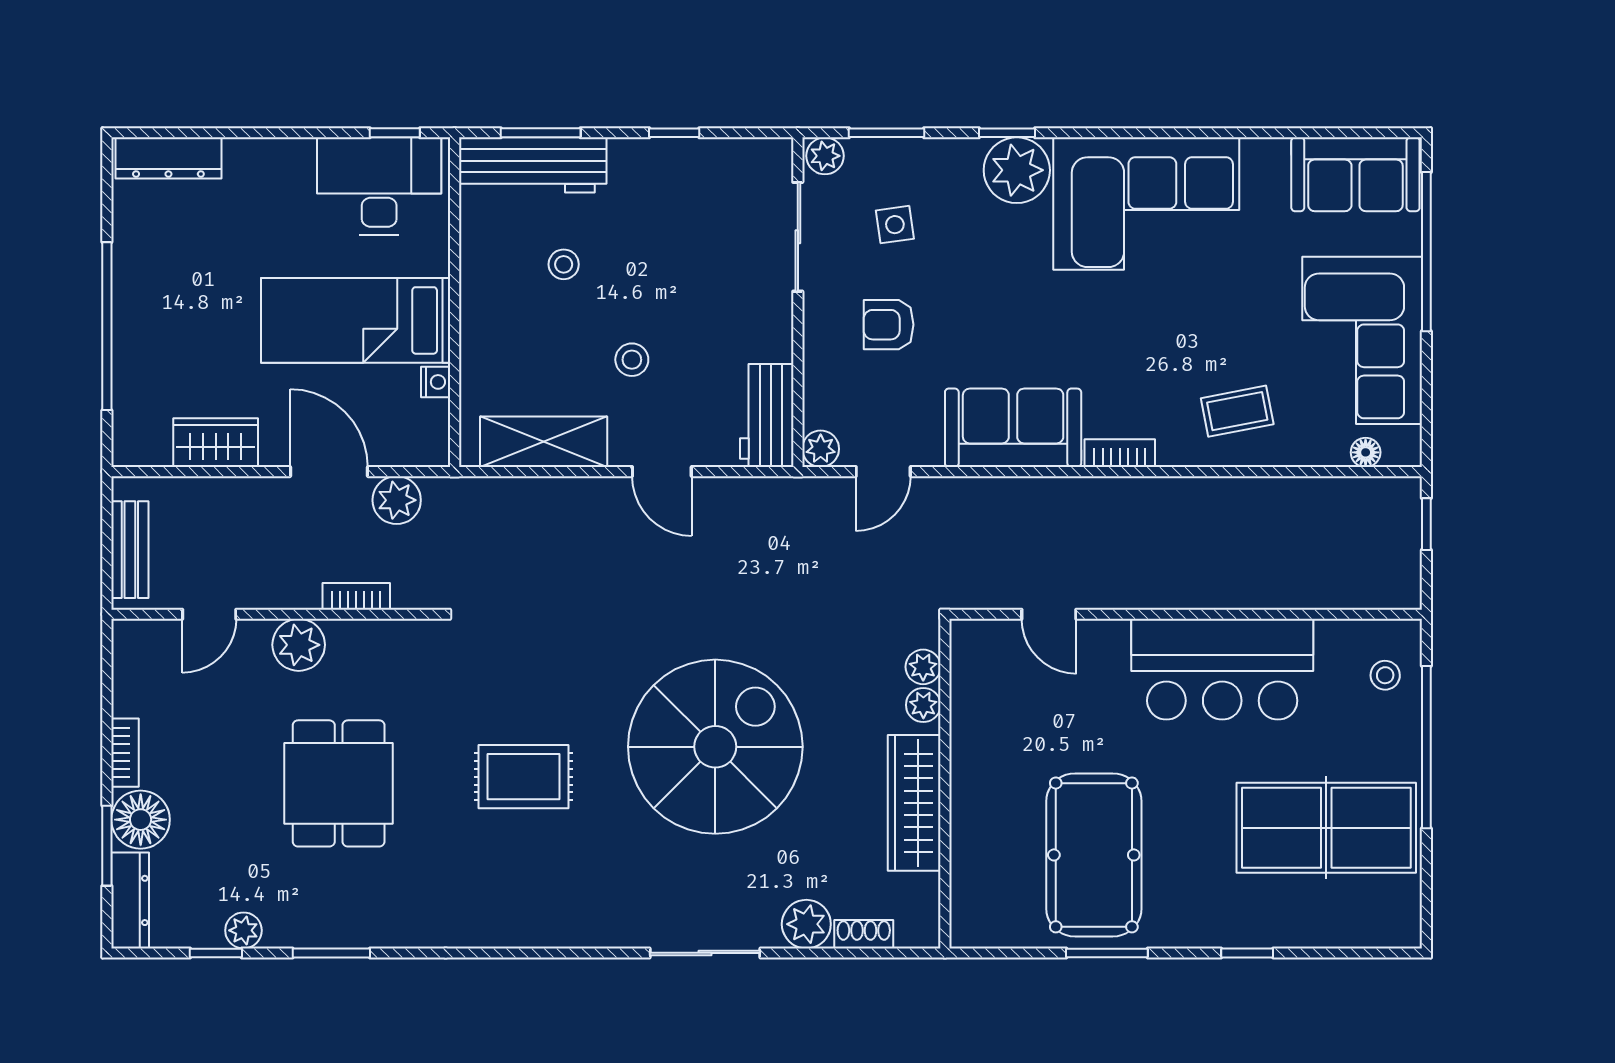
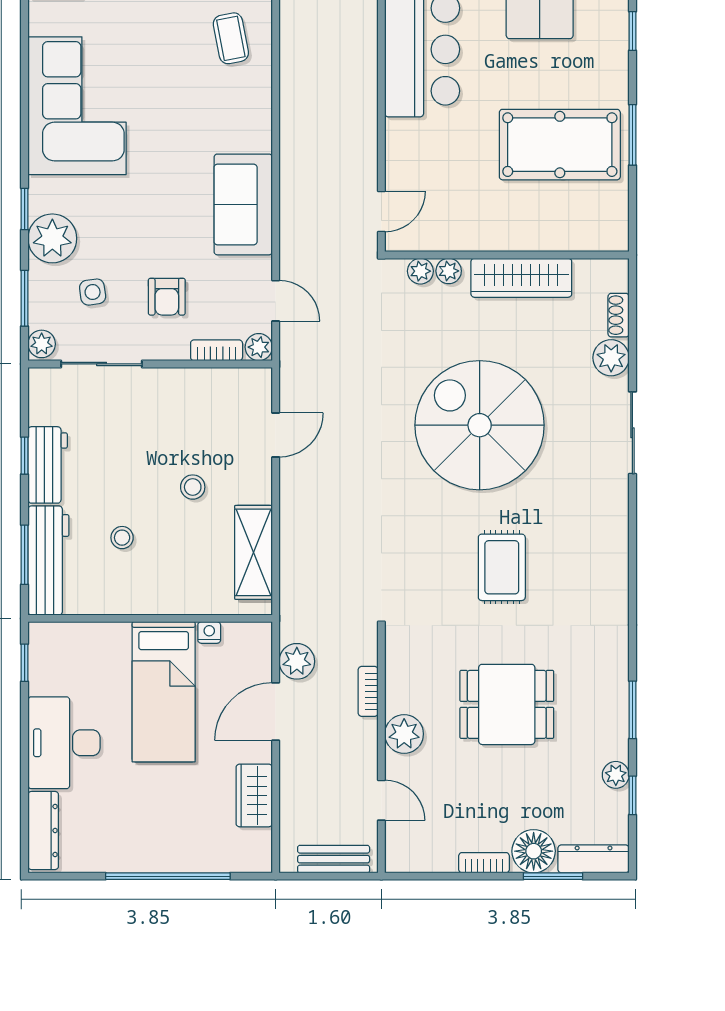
plant: (1017, 170) -> (52, 238), moved
desk: (379, 186) -> (64, 743), moved
workbench: (767, 416) -> (48, 465), moved, turned -90
bookcase: (1120, 453) -> (217, 350), moved, turned 90
door: (662, 472) -> (276, 435), moved
door: (1049, 614) -> (381, 211), moved

